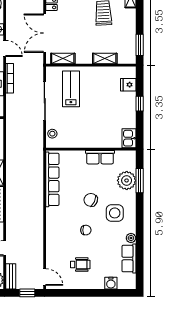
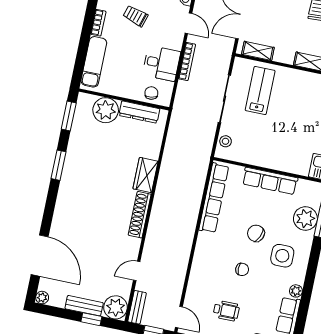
row of seats: (100, 157) -> (270, 181), width x1.48

